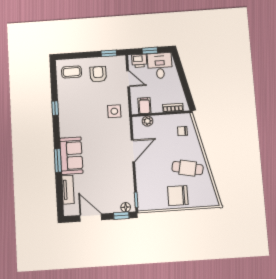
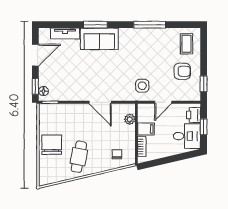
door: (128, 79) -> (163, 102), moved
filing cabinet: (144, 106) -> (146, 129), moved
window: (55, 108) -> (150, 25), width x2.17

